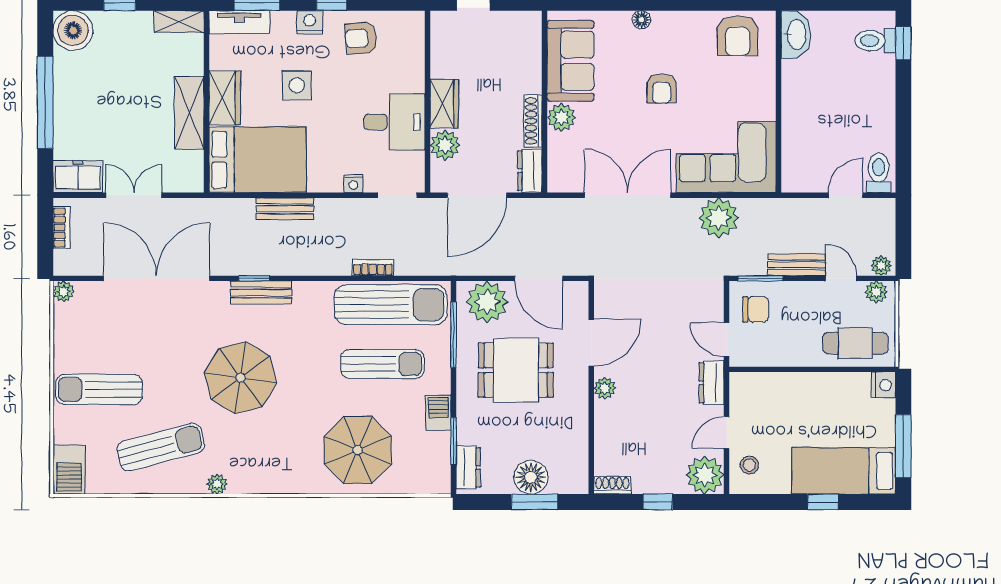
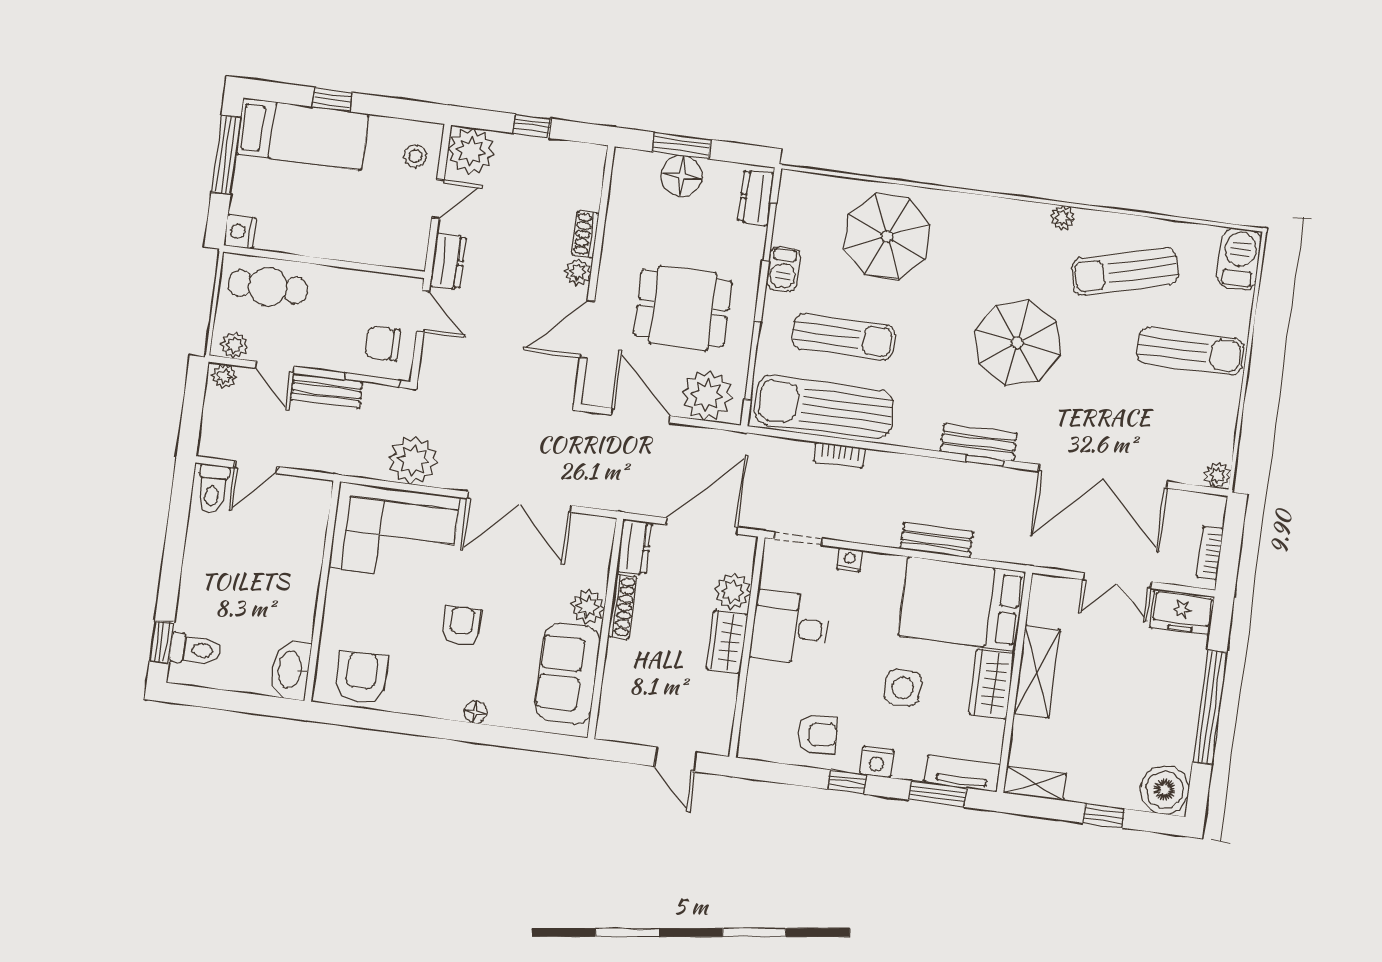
sun lounger: (382, 364) -> (843, 337), turned 180
shoe rack: (612, 485) -> (585, 234), moved, turned 90

